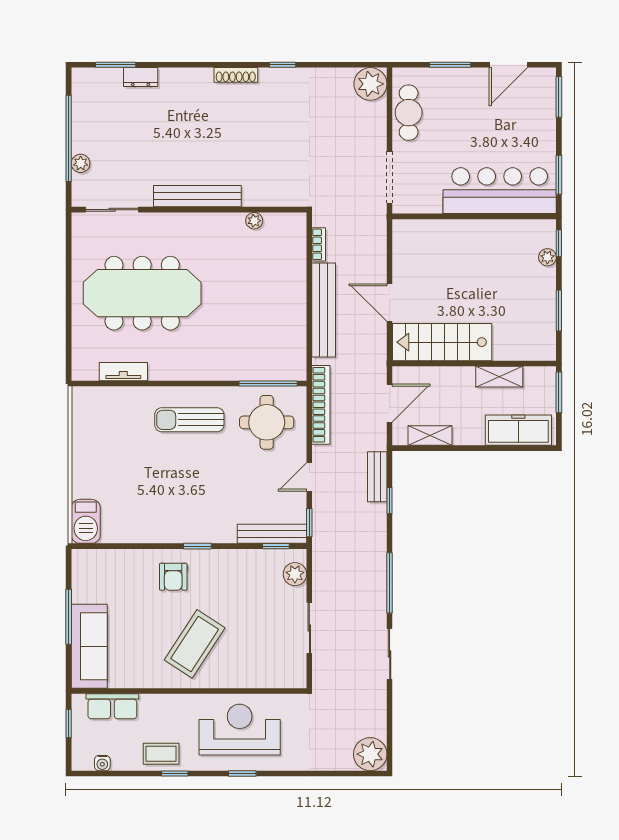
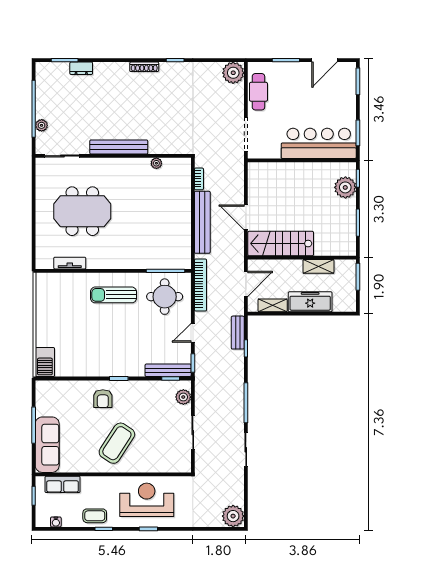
plant: (547, 257) -> (345, 187), width x1.88, depth x1.88
meeting table: (142, 293) -> (82, 211), width x0.73
freezer: (518, 430) -> (310, 302), moved

